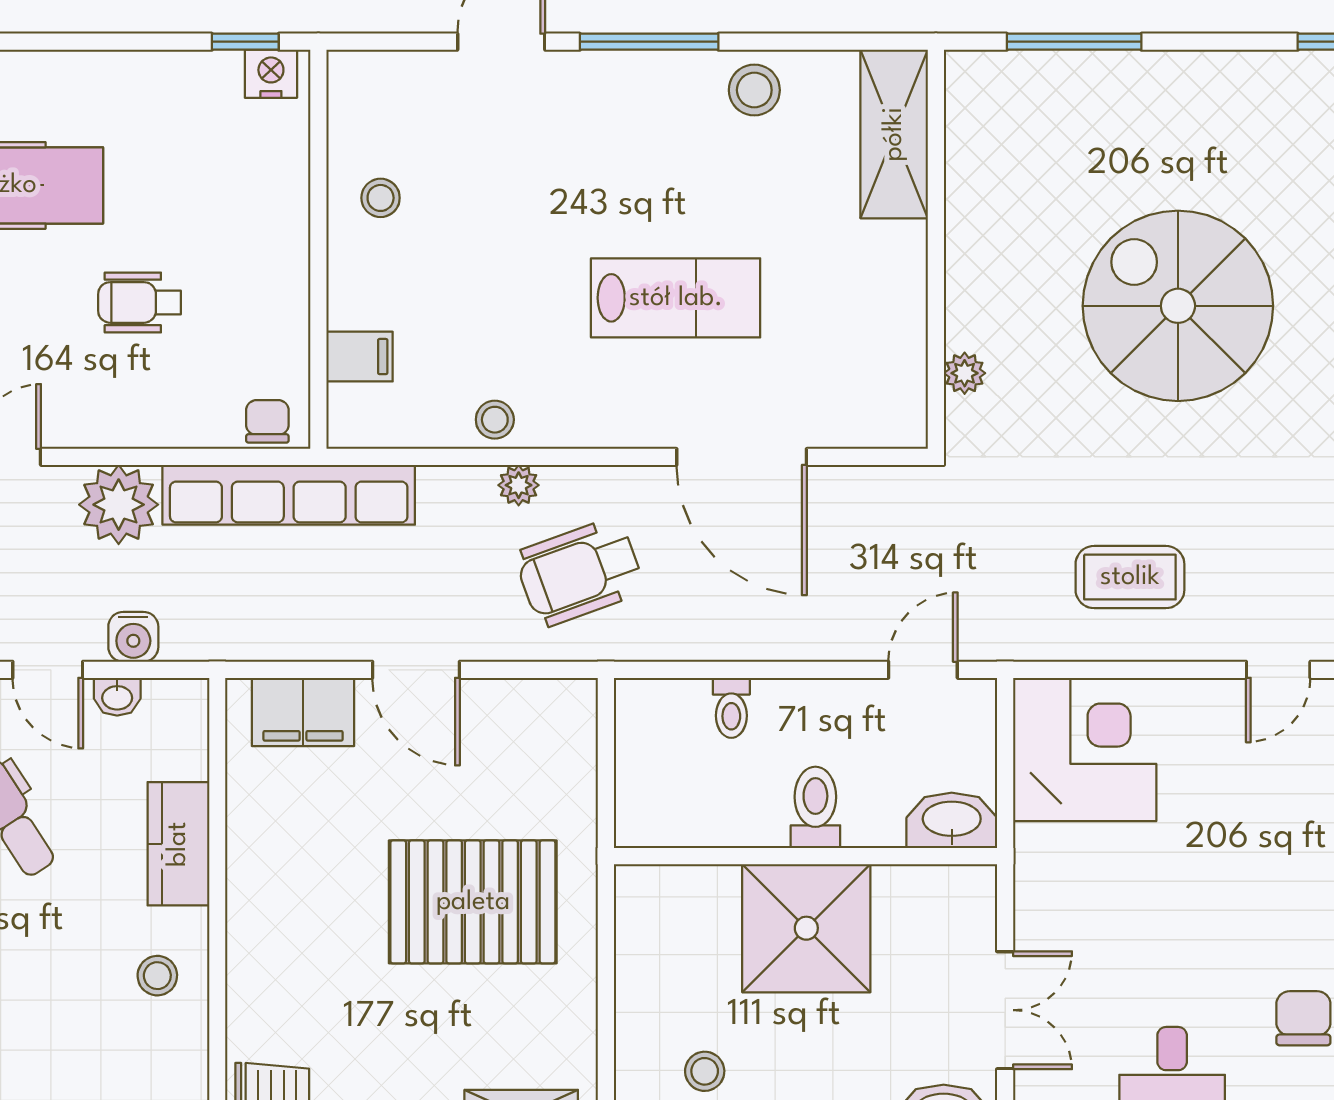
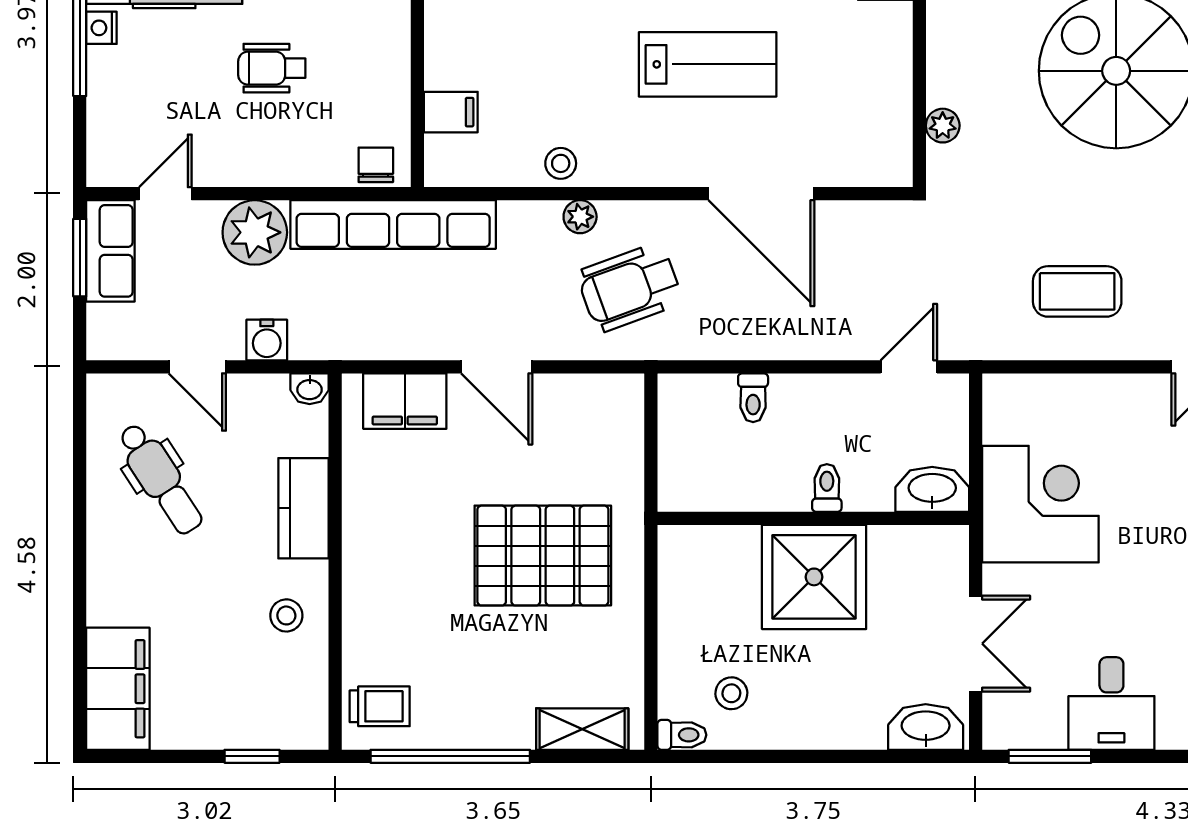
washbasin: (117, 697) -> (310, 389), moved
corner desk: (1085, 749) -> (1040, 504), moved
toilet: (815, 807) -> (827, 488), width x0.73, depth x0.72

